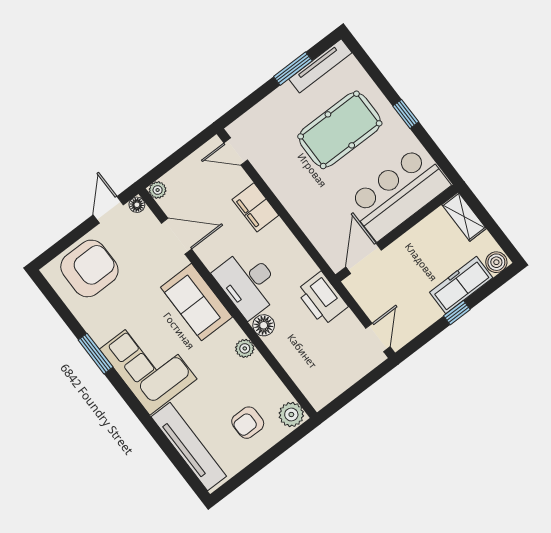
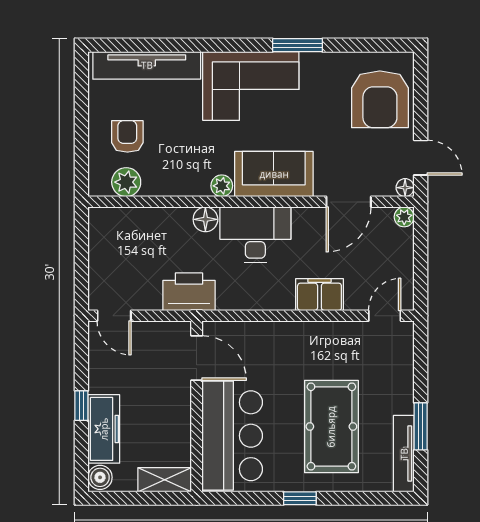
plant: (245, 348) -> (222, 186), moved
plant: (291, 414) -> (126, 182), moved

